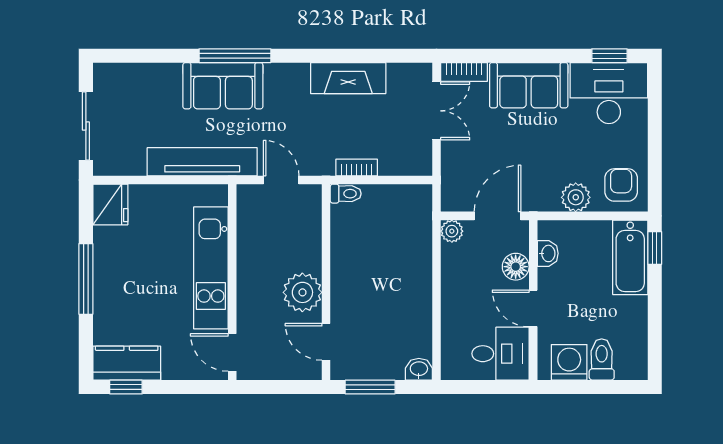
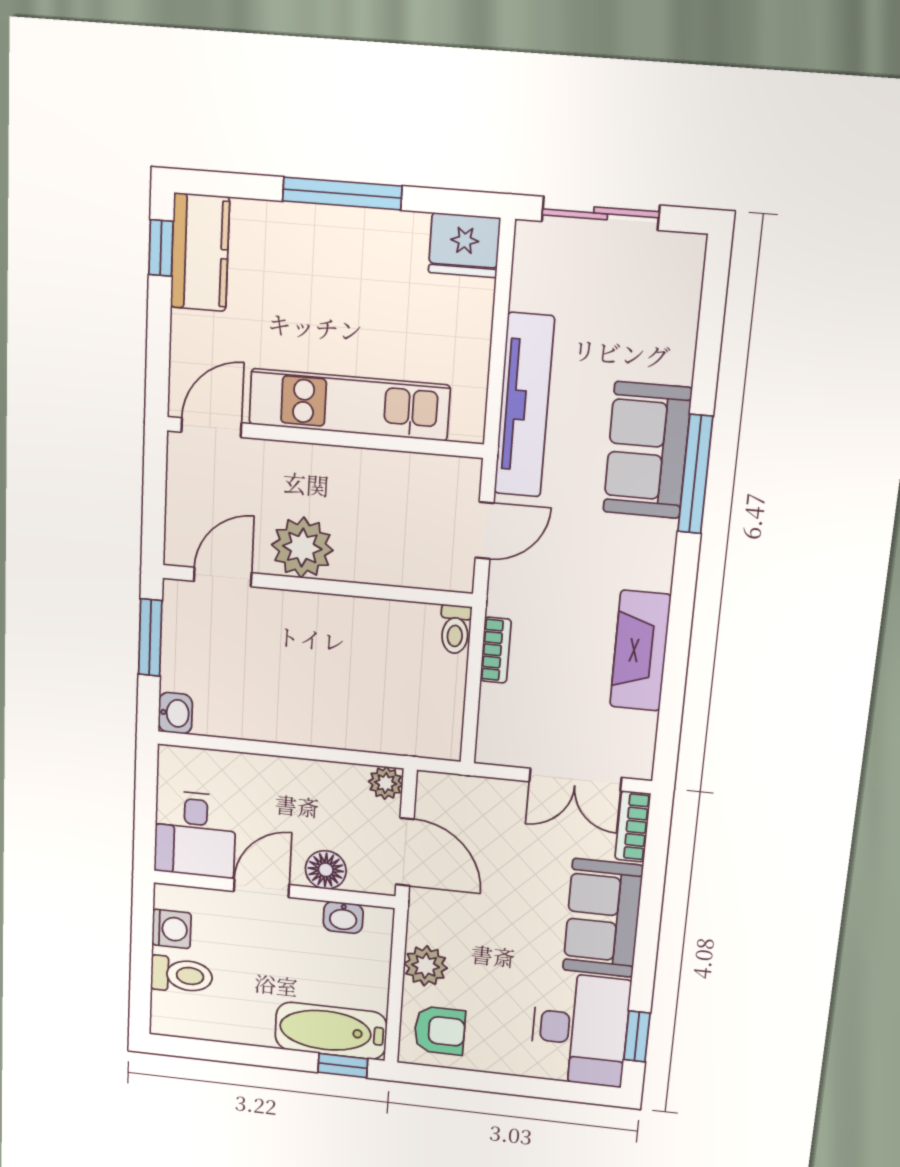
washing machine: (569, 362) -> (172, 929), width x0.73, depth x0.73

